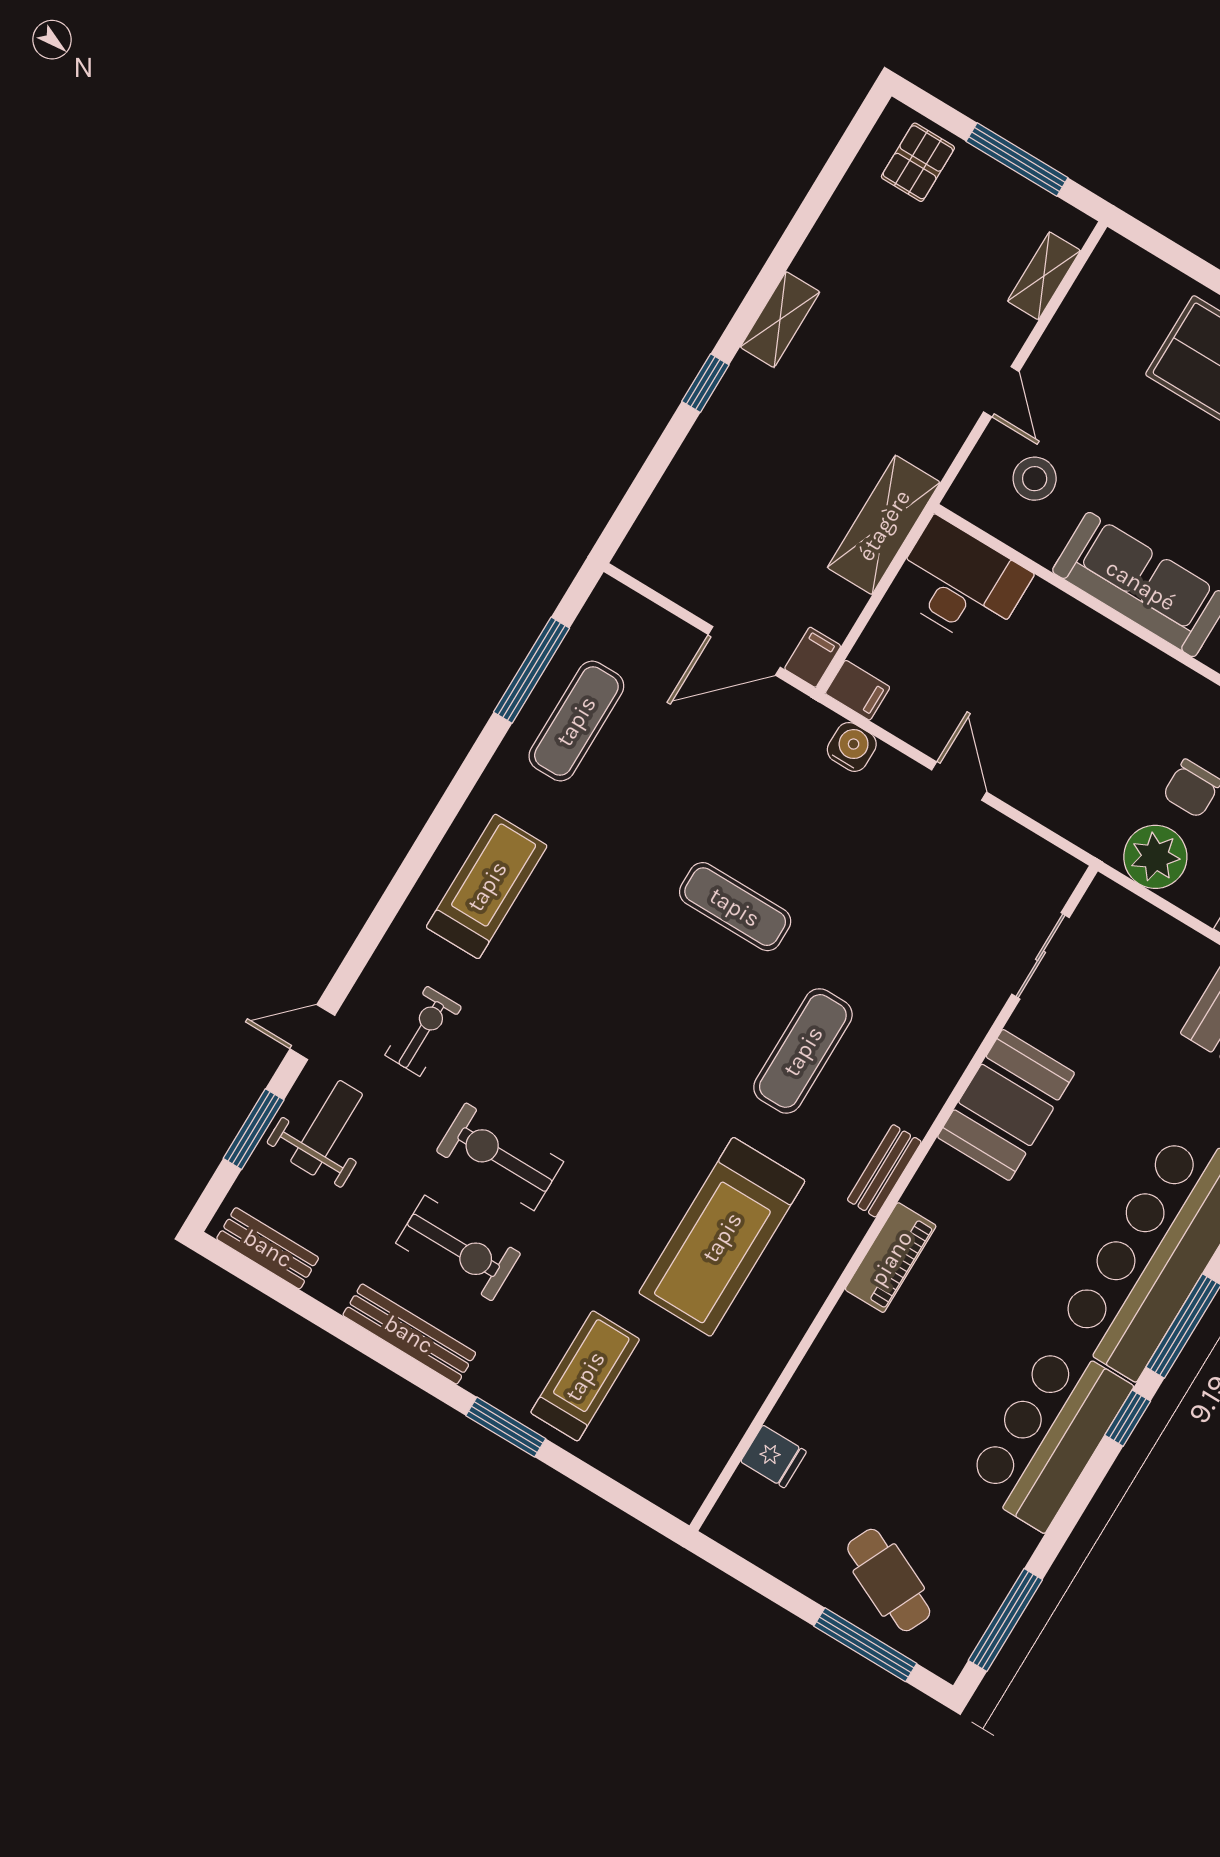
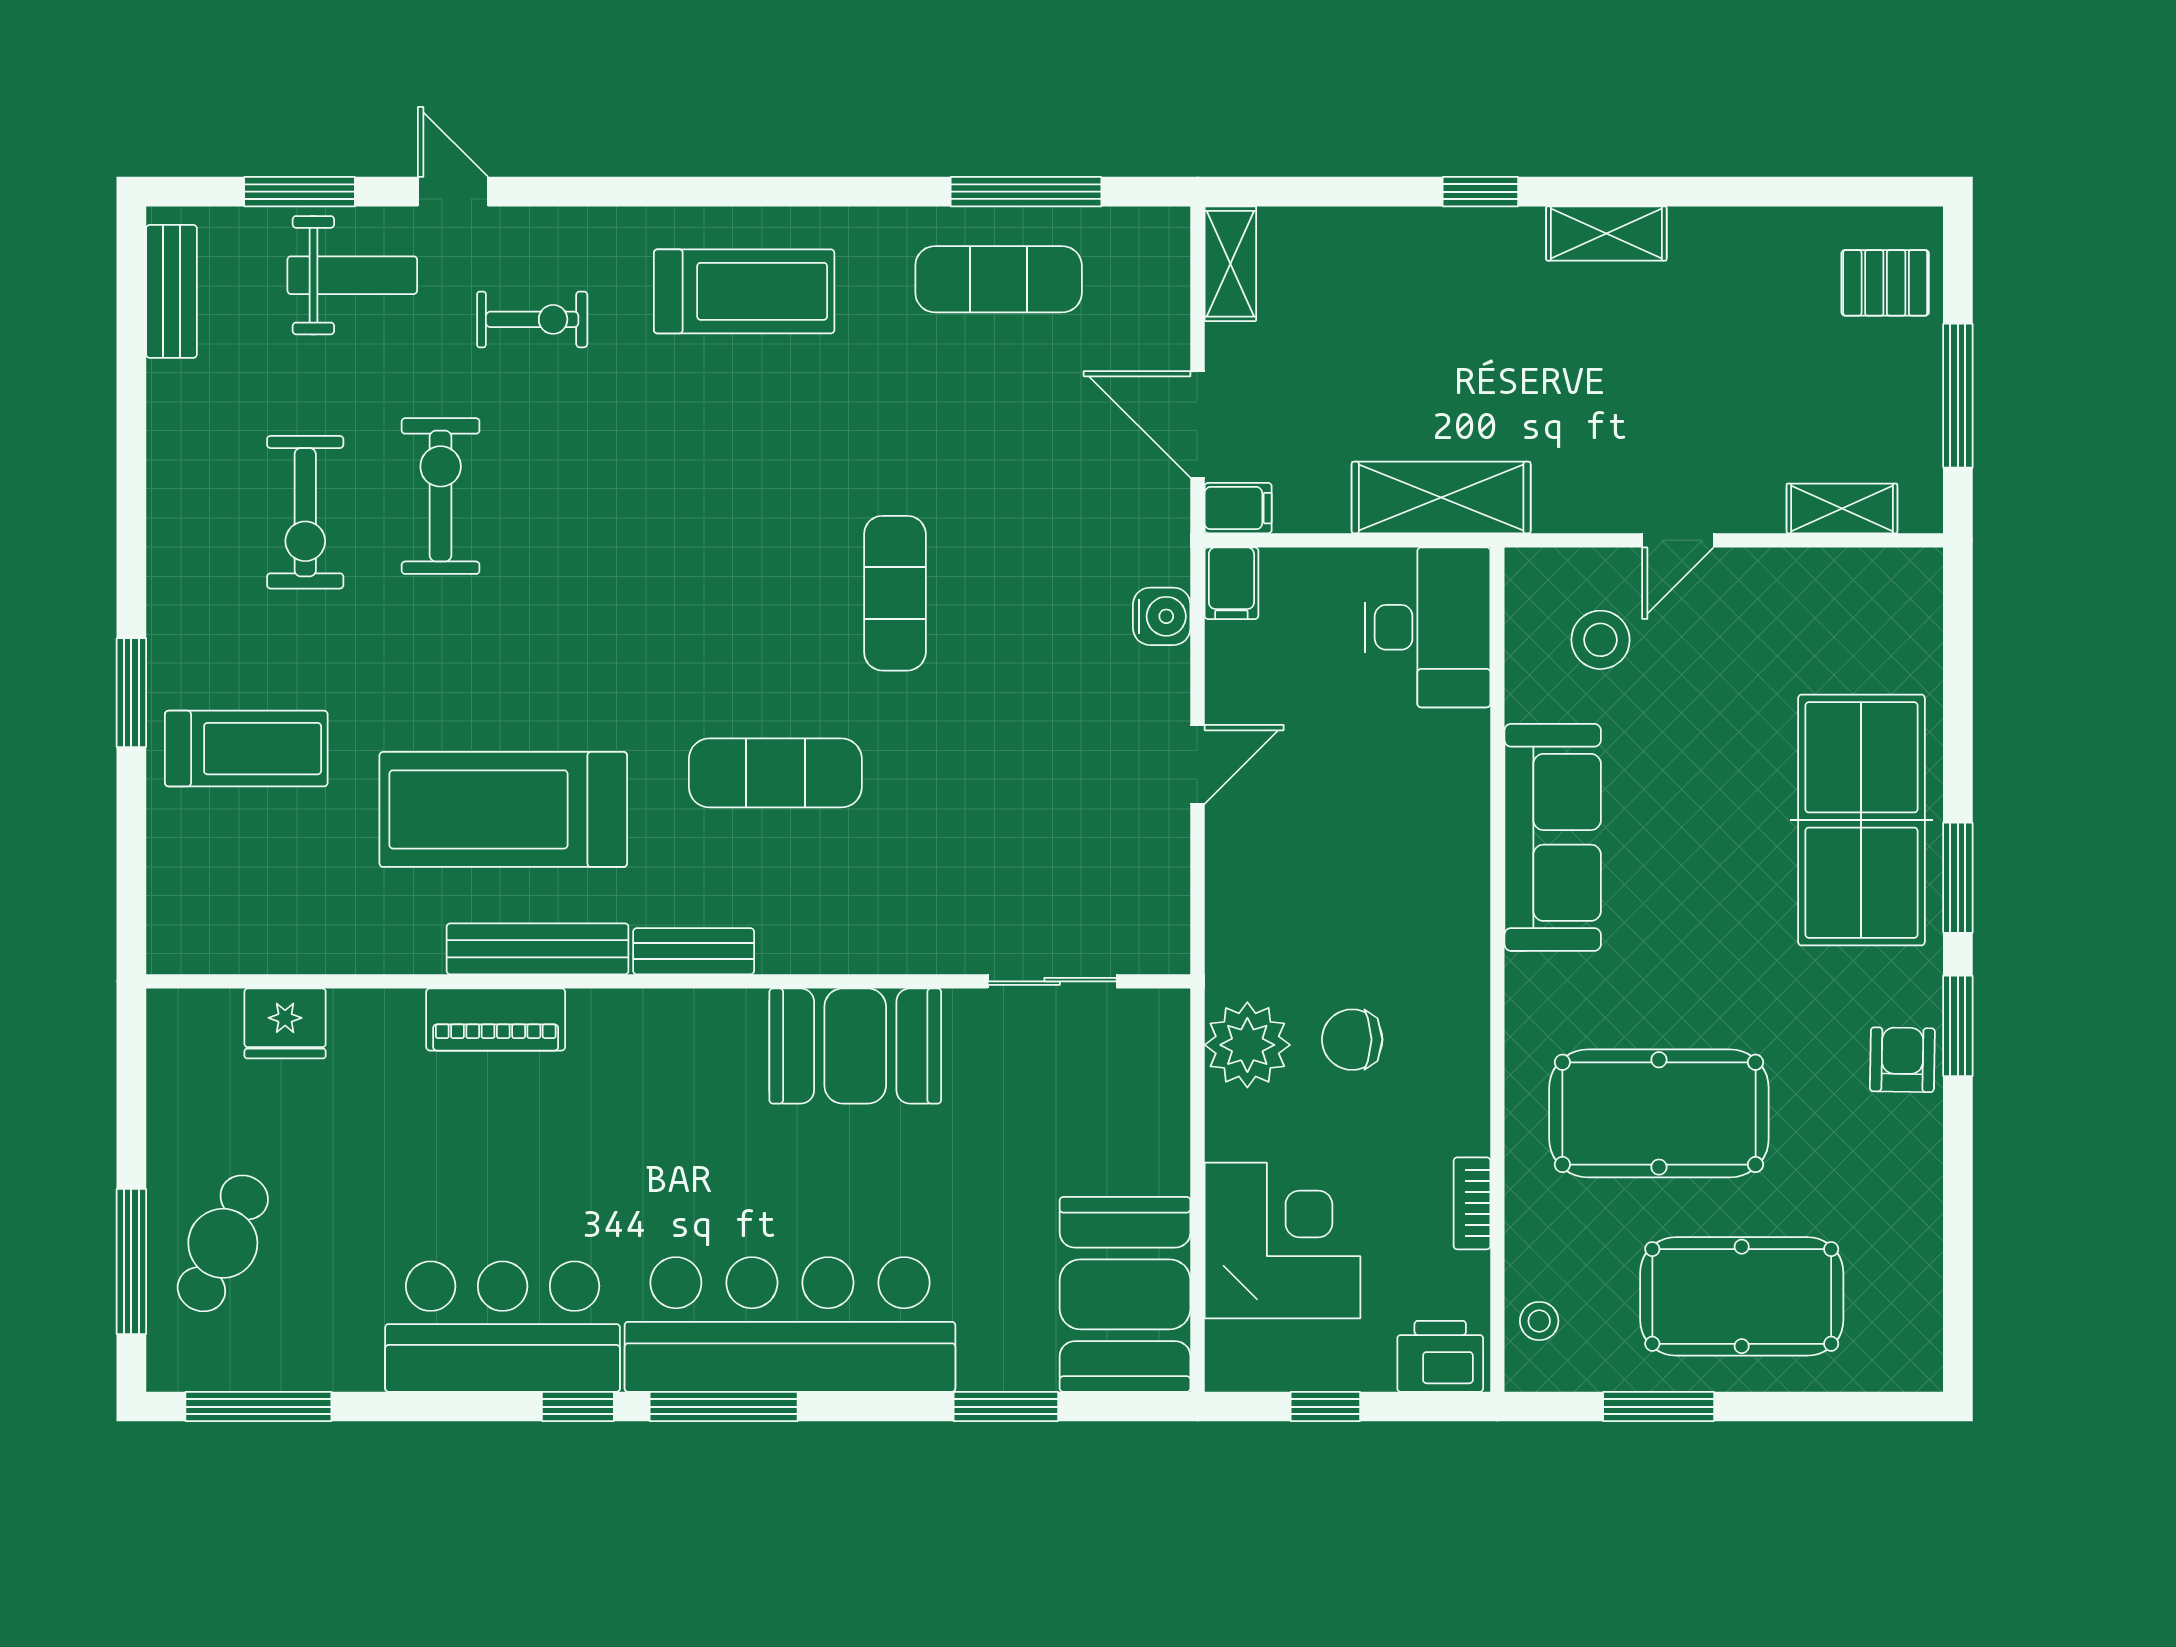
shelving: (655, 569) -> (1230, 264), added
piano: (891, 1258) -> (496, 1019), moved
bench: (409, 1334) -> (538, 949), moved, turned 90
fridge: (774, 1457) -> (285, 1023), width x1.38

